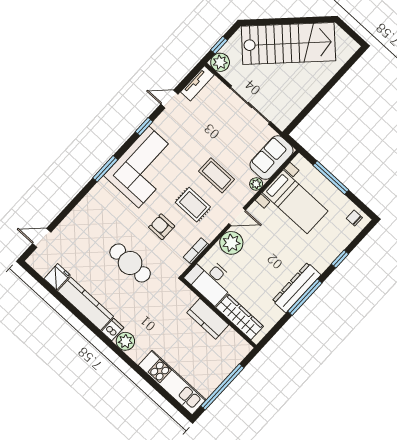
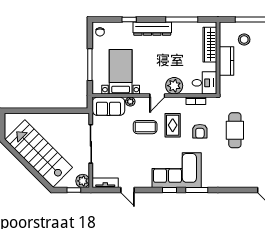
window: (144, 127) -> (170, 190), moved
coffee table: (217, 175) -> (145, 127), turned 90
door: (237, 217) -> (157, 96), swing flipped
desk: (210, 280) -> (204, 83), width x0.73
dresser: (297, 288) -> (152, 29), moved
window: (305, 297) -> (182, 19), moved
stool: (213, 356) -> (244, 40), added

